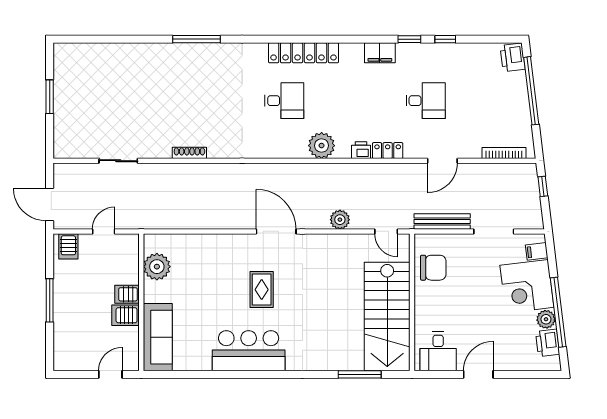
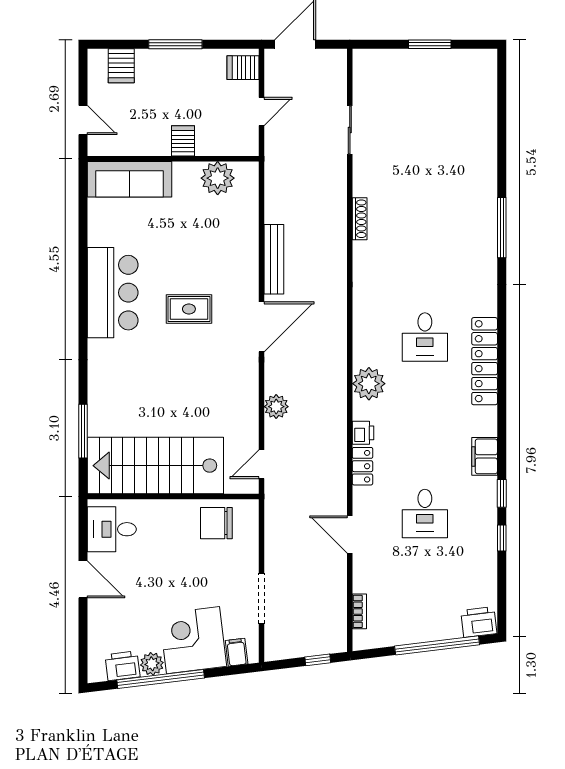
bookcase: (504, 153) -> (359, 611), width x0.64
bench: (442, 222) -> (274, 259), moved
door: (104, 231) -> (261, 112), hinge flipped
chair: (433, 268) -> (216, 523), turned 90
server rack: (125, 315) -> (121, 66), moved, turned 180

